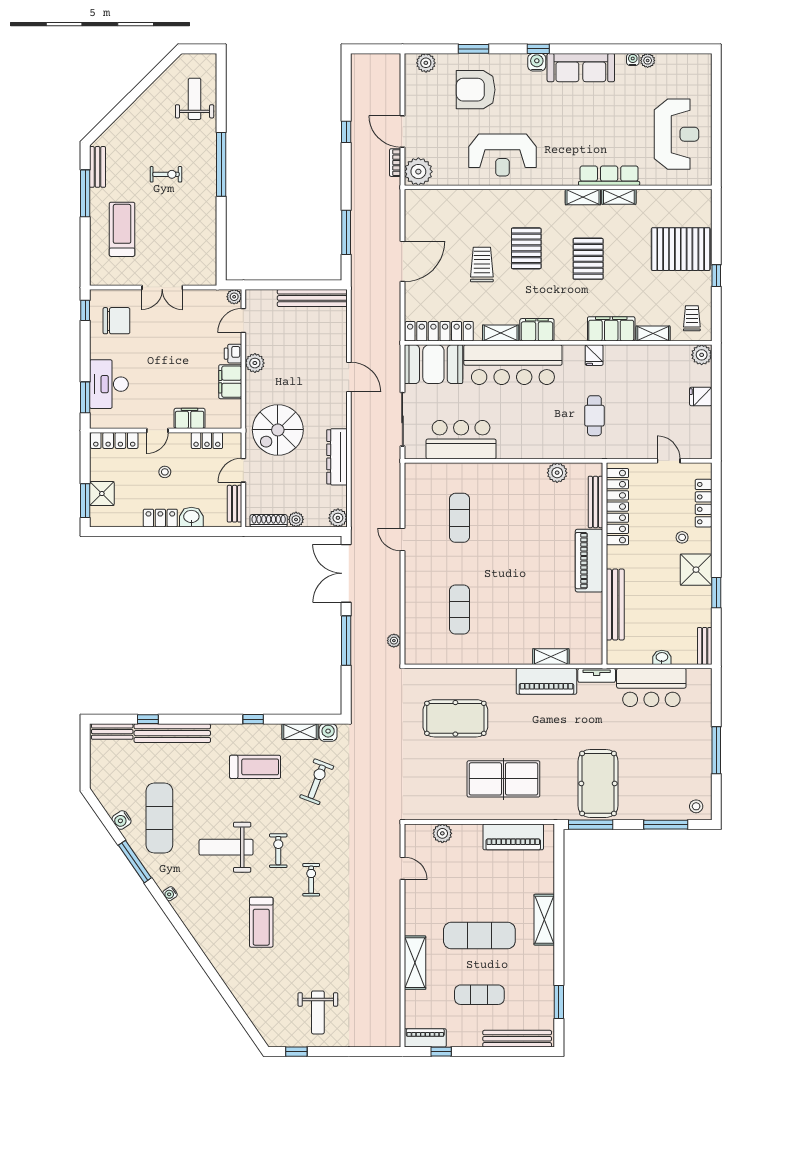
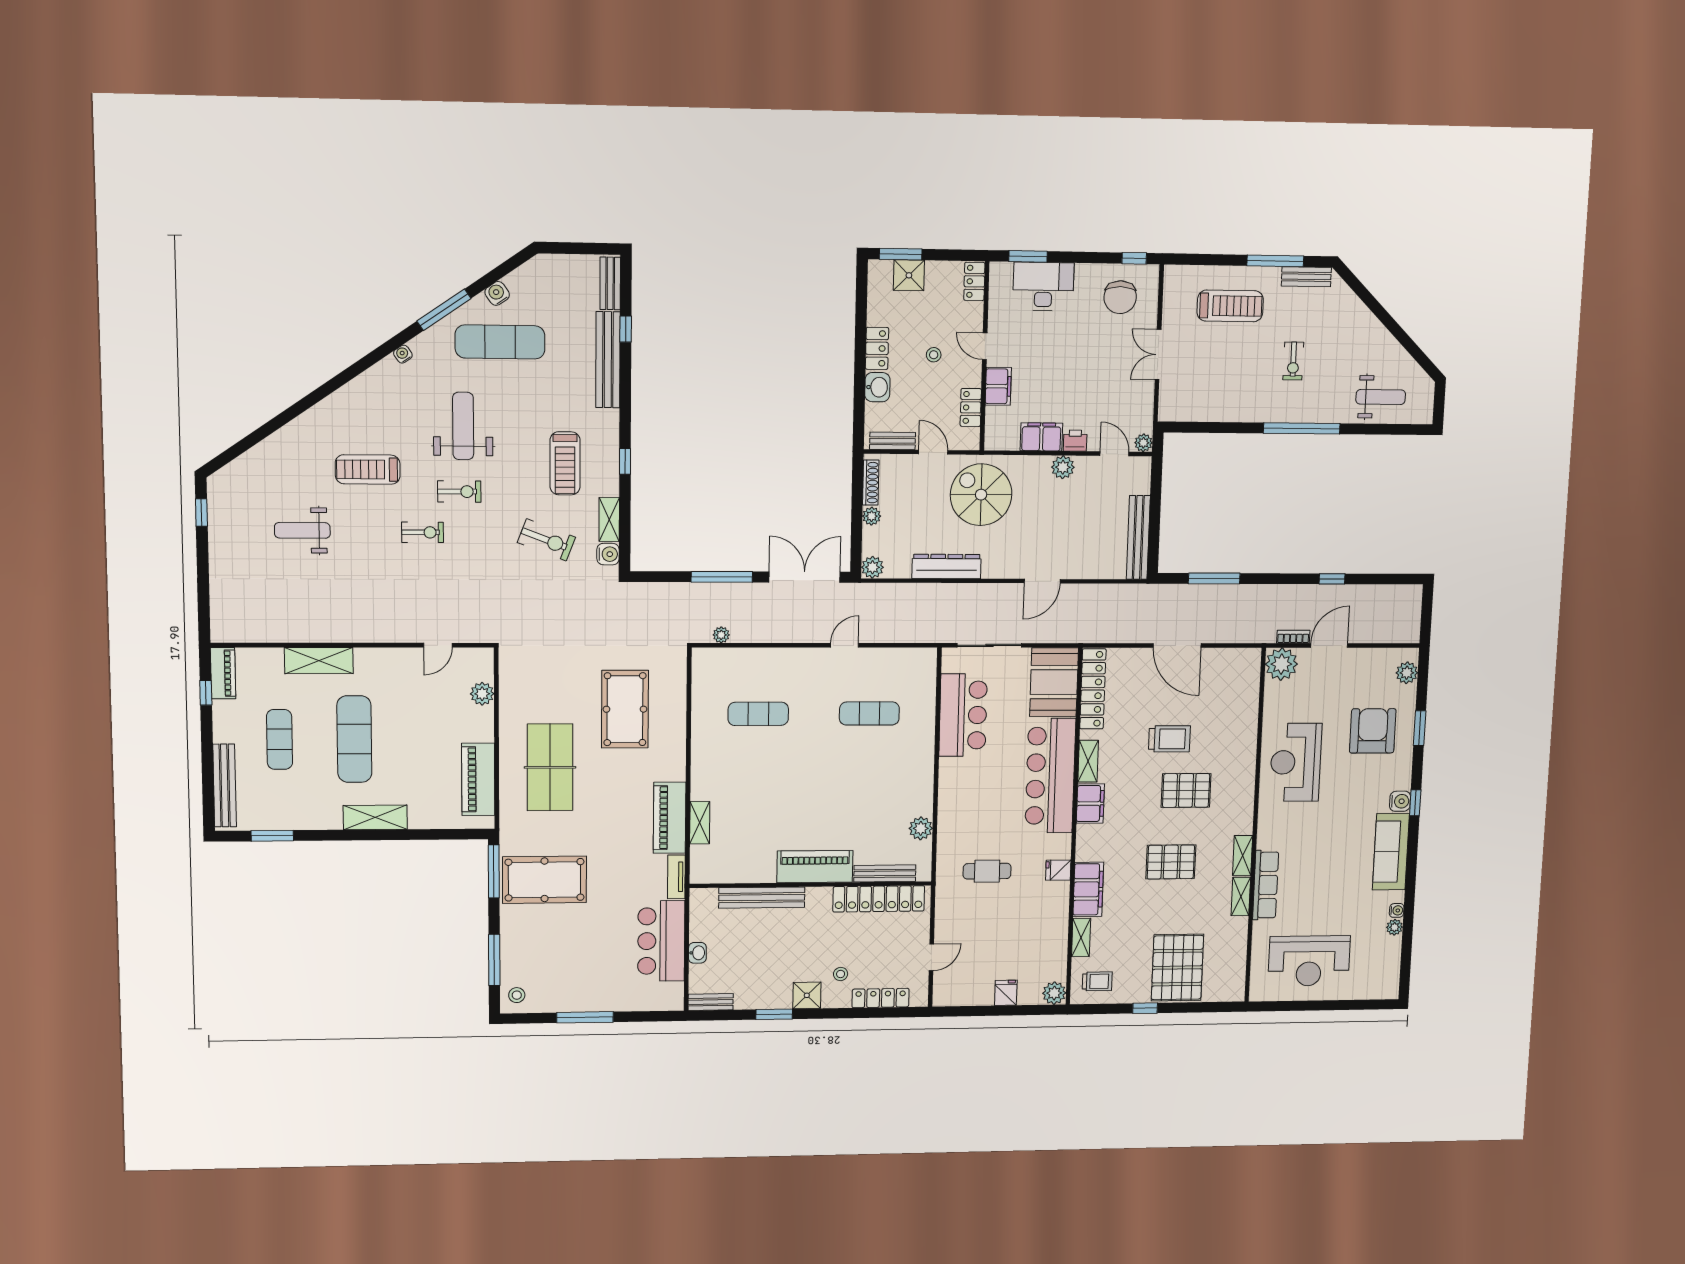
locker: (114, 440) -> (974, 281), width x0.66
shower: (696, 570) -> (807, 995), width x0.73, depth x0.73
weight bench: (318, 1012) -> (302, 530), moved

